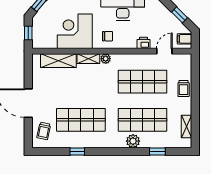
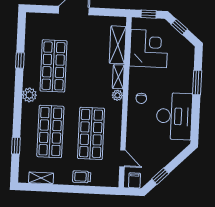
corner desk: (75, 31) -> (149, 49), moved
printer: (144, 43) -> (132, 136), removed
trolley: (44, 131) -> (44, 26), removed
plant: (133, 141) -> (29, 95), moved

